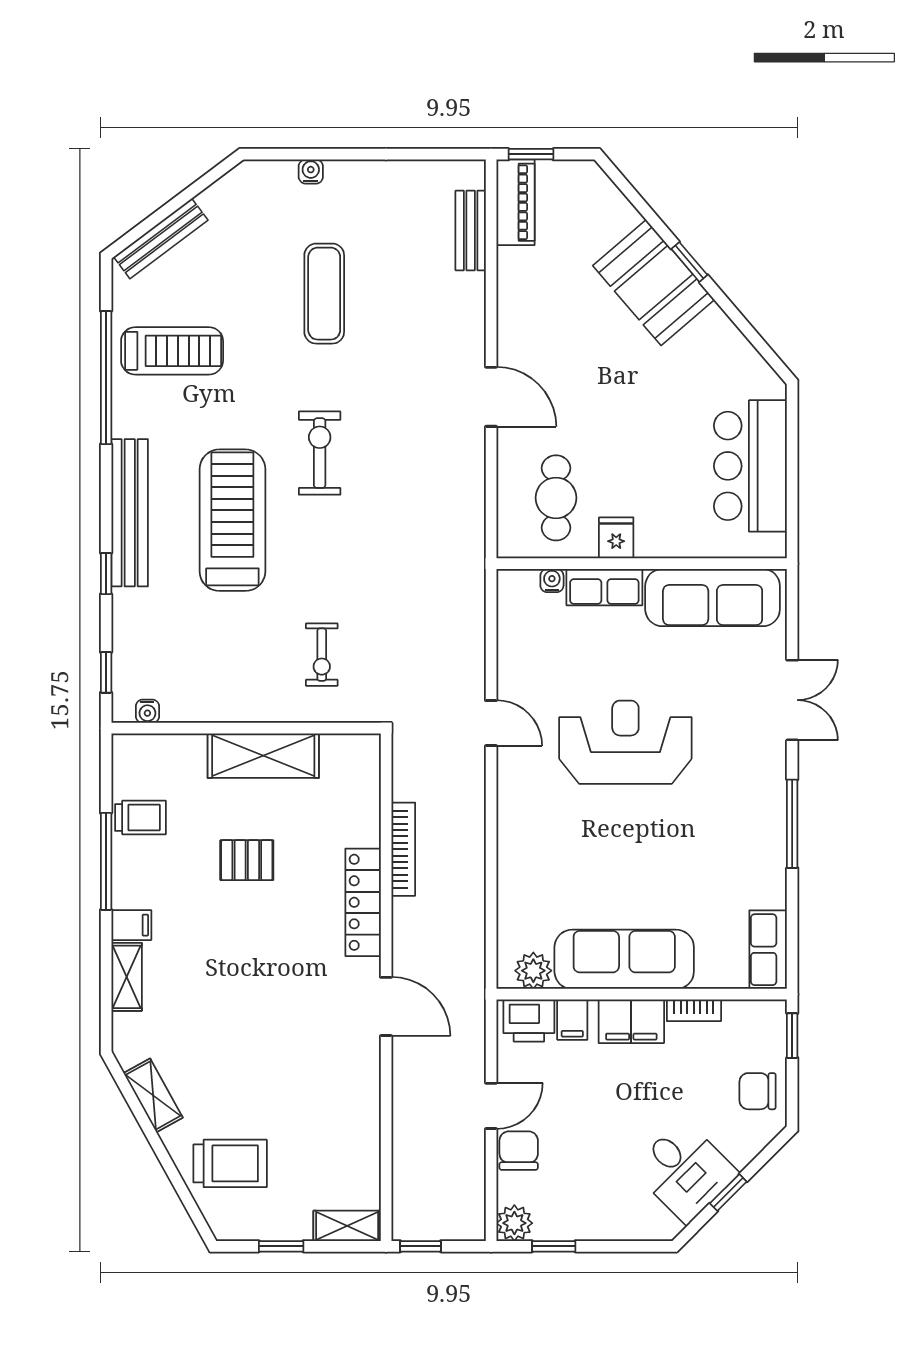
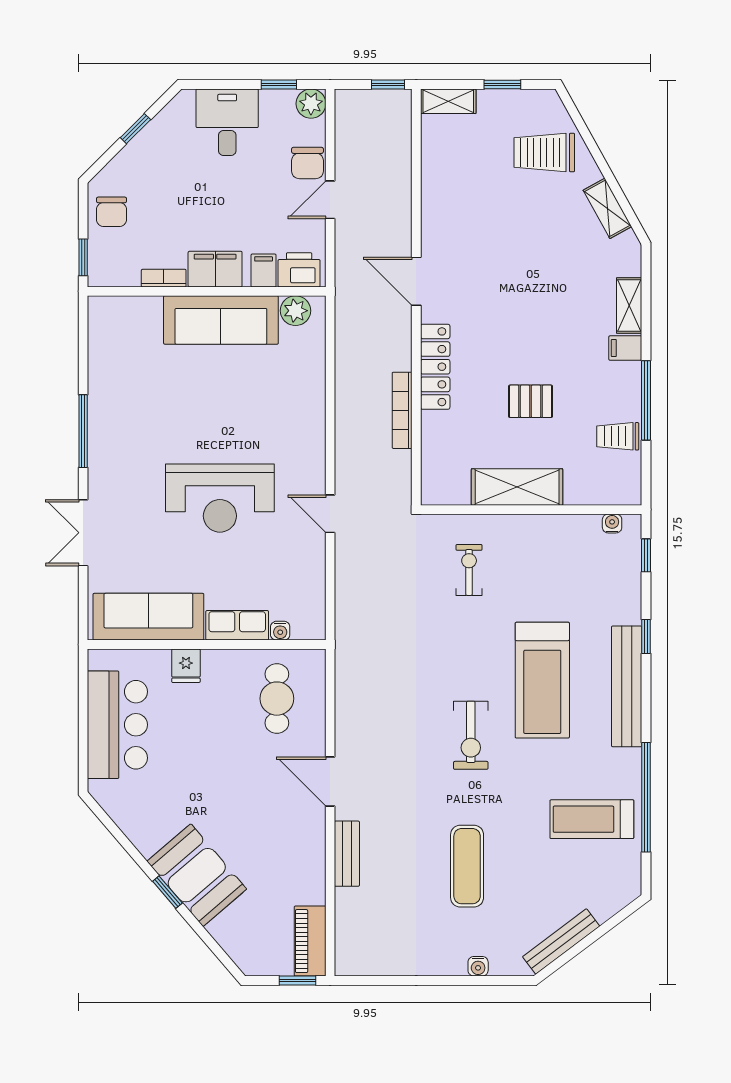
bench: (471, 230) -> (347, 854), moved
bench: (161, 238) -> (561, 941), moved
fridge: (616, 538) -> (186, 666), moved
row of seats: (768, 950) -> (103, 328), removed
chair: (758, 1091) -> (111, 212), turned 90
desk: (685, 1171) -> (227, 122), moved, turned 45

